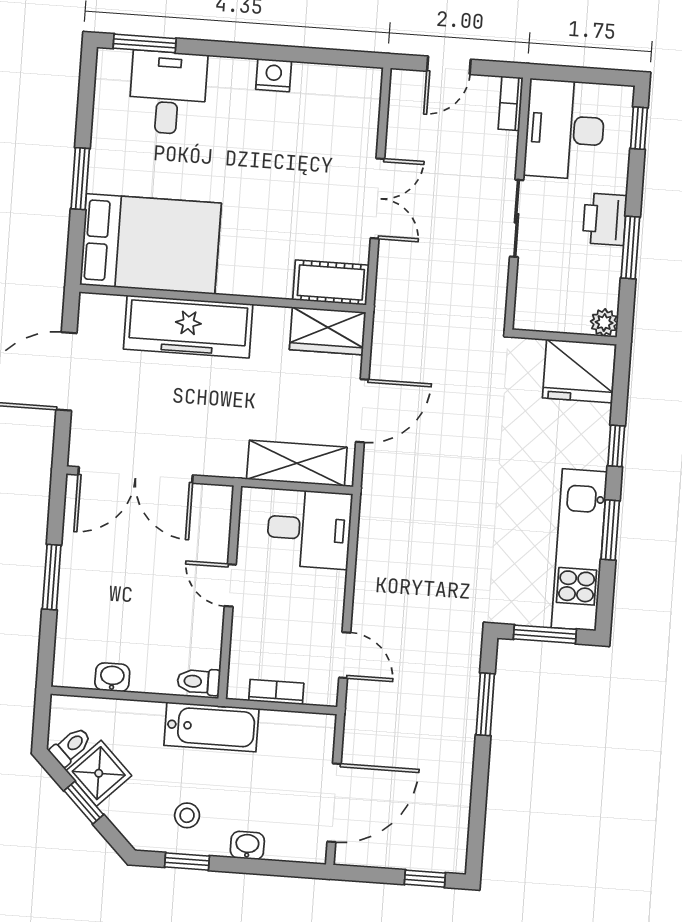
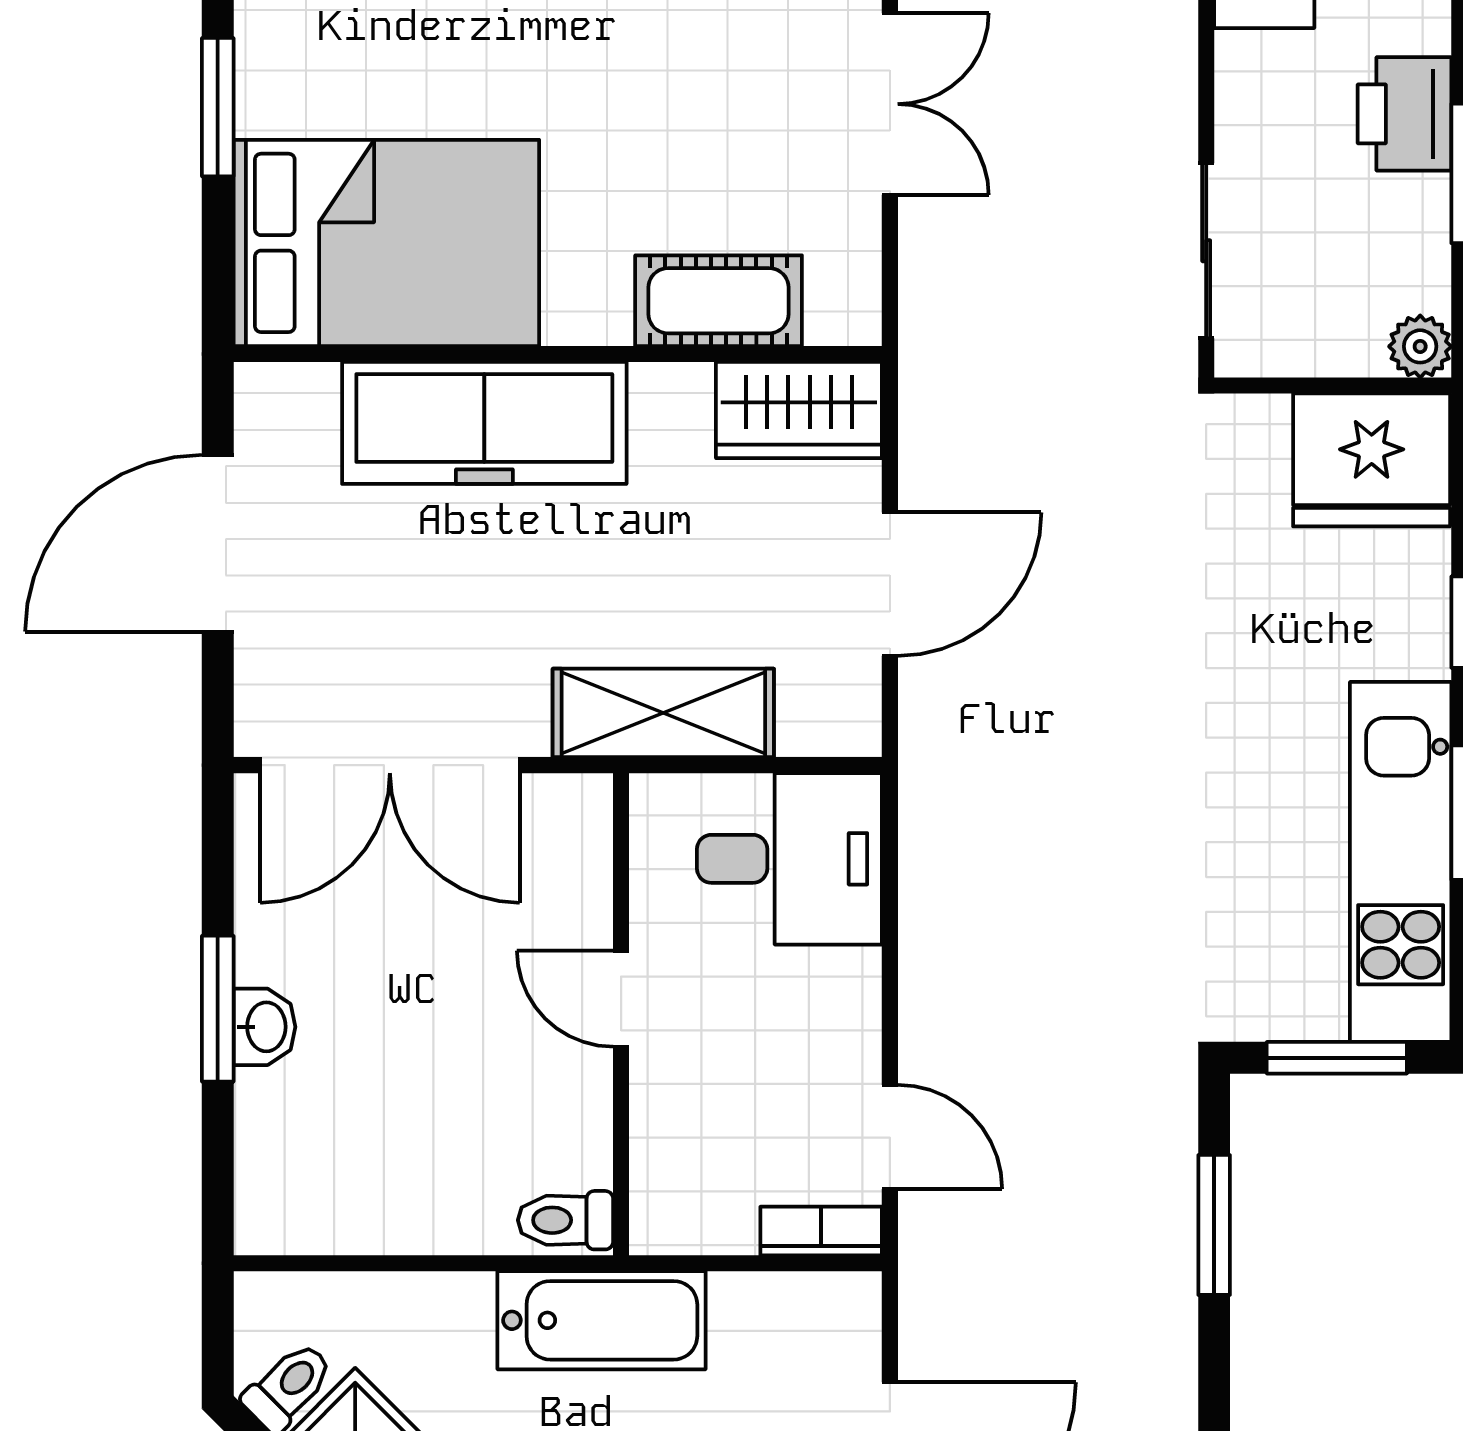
sliding door: (517, 218) -> (1206, 251), moved
cot: (331, 283) -> (719, 301), moved
shelving: (297, 463) -> (663, 713), moved
washbasin: (112, 677) -> (265, 1027), moved, turned 90
bookcase: (276, 692) -> (821, 1231), moved

